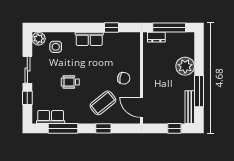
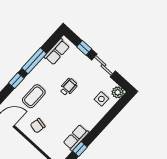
row of seats: (89, 39) -> (76, 138), moved
coffee table: (103, 103) -> (34, 96), turned 39
window: (63, 128) -> (34, 61), moved

